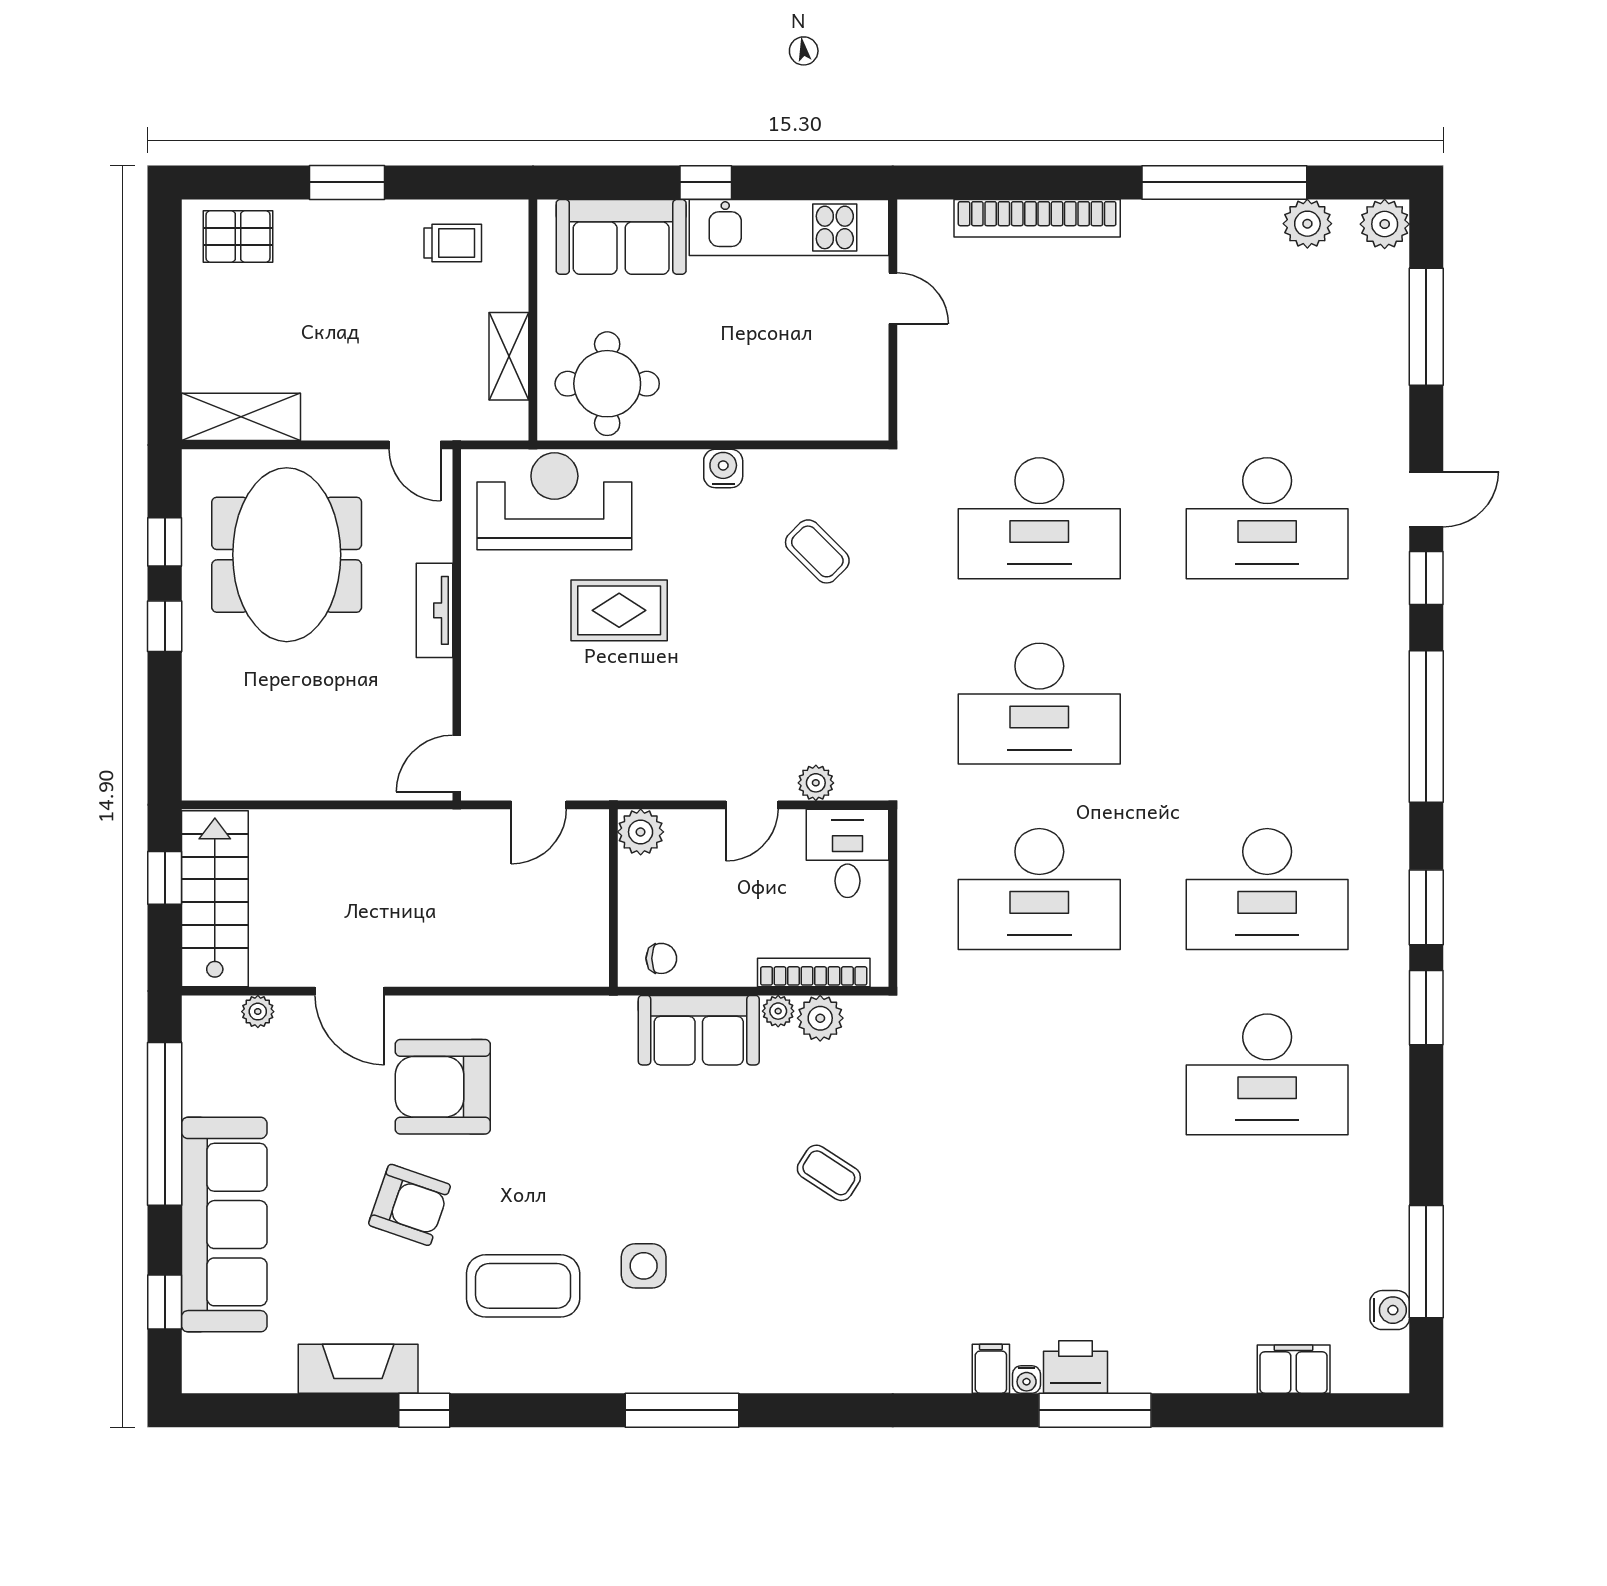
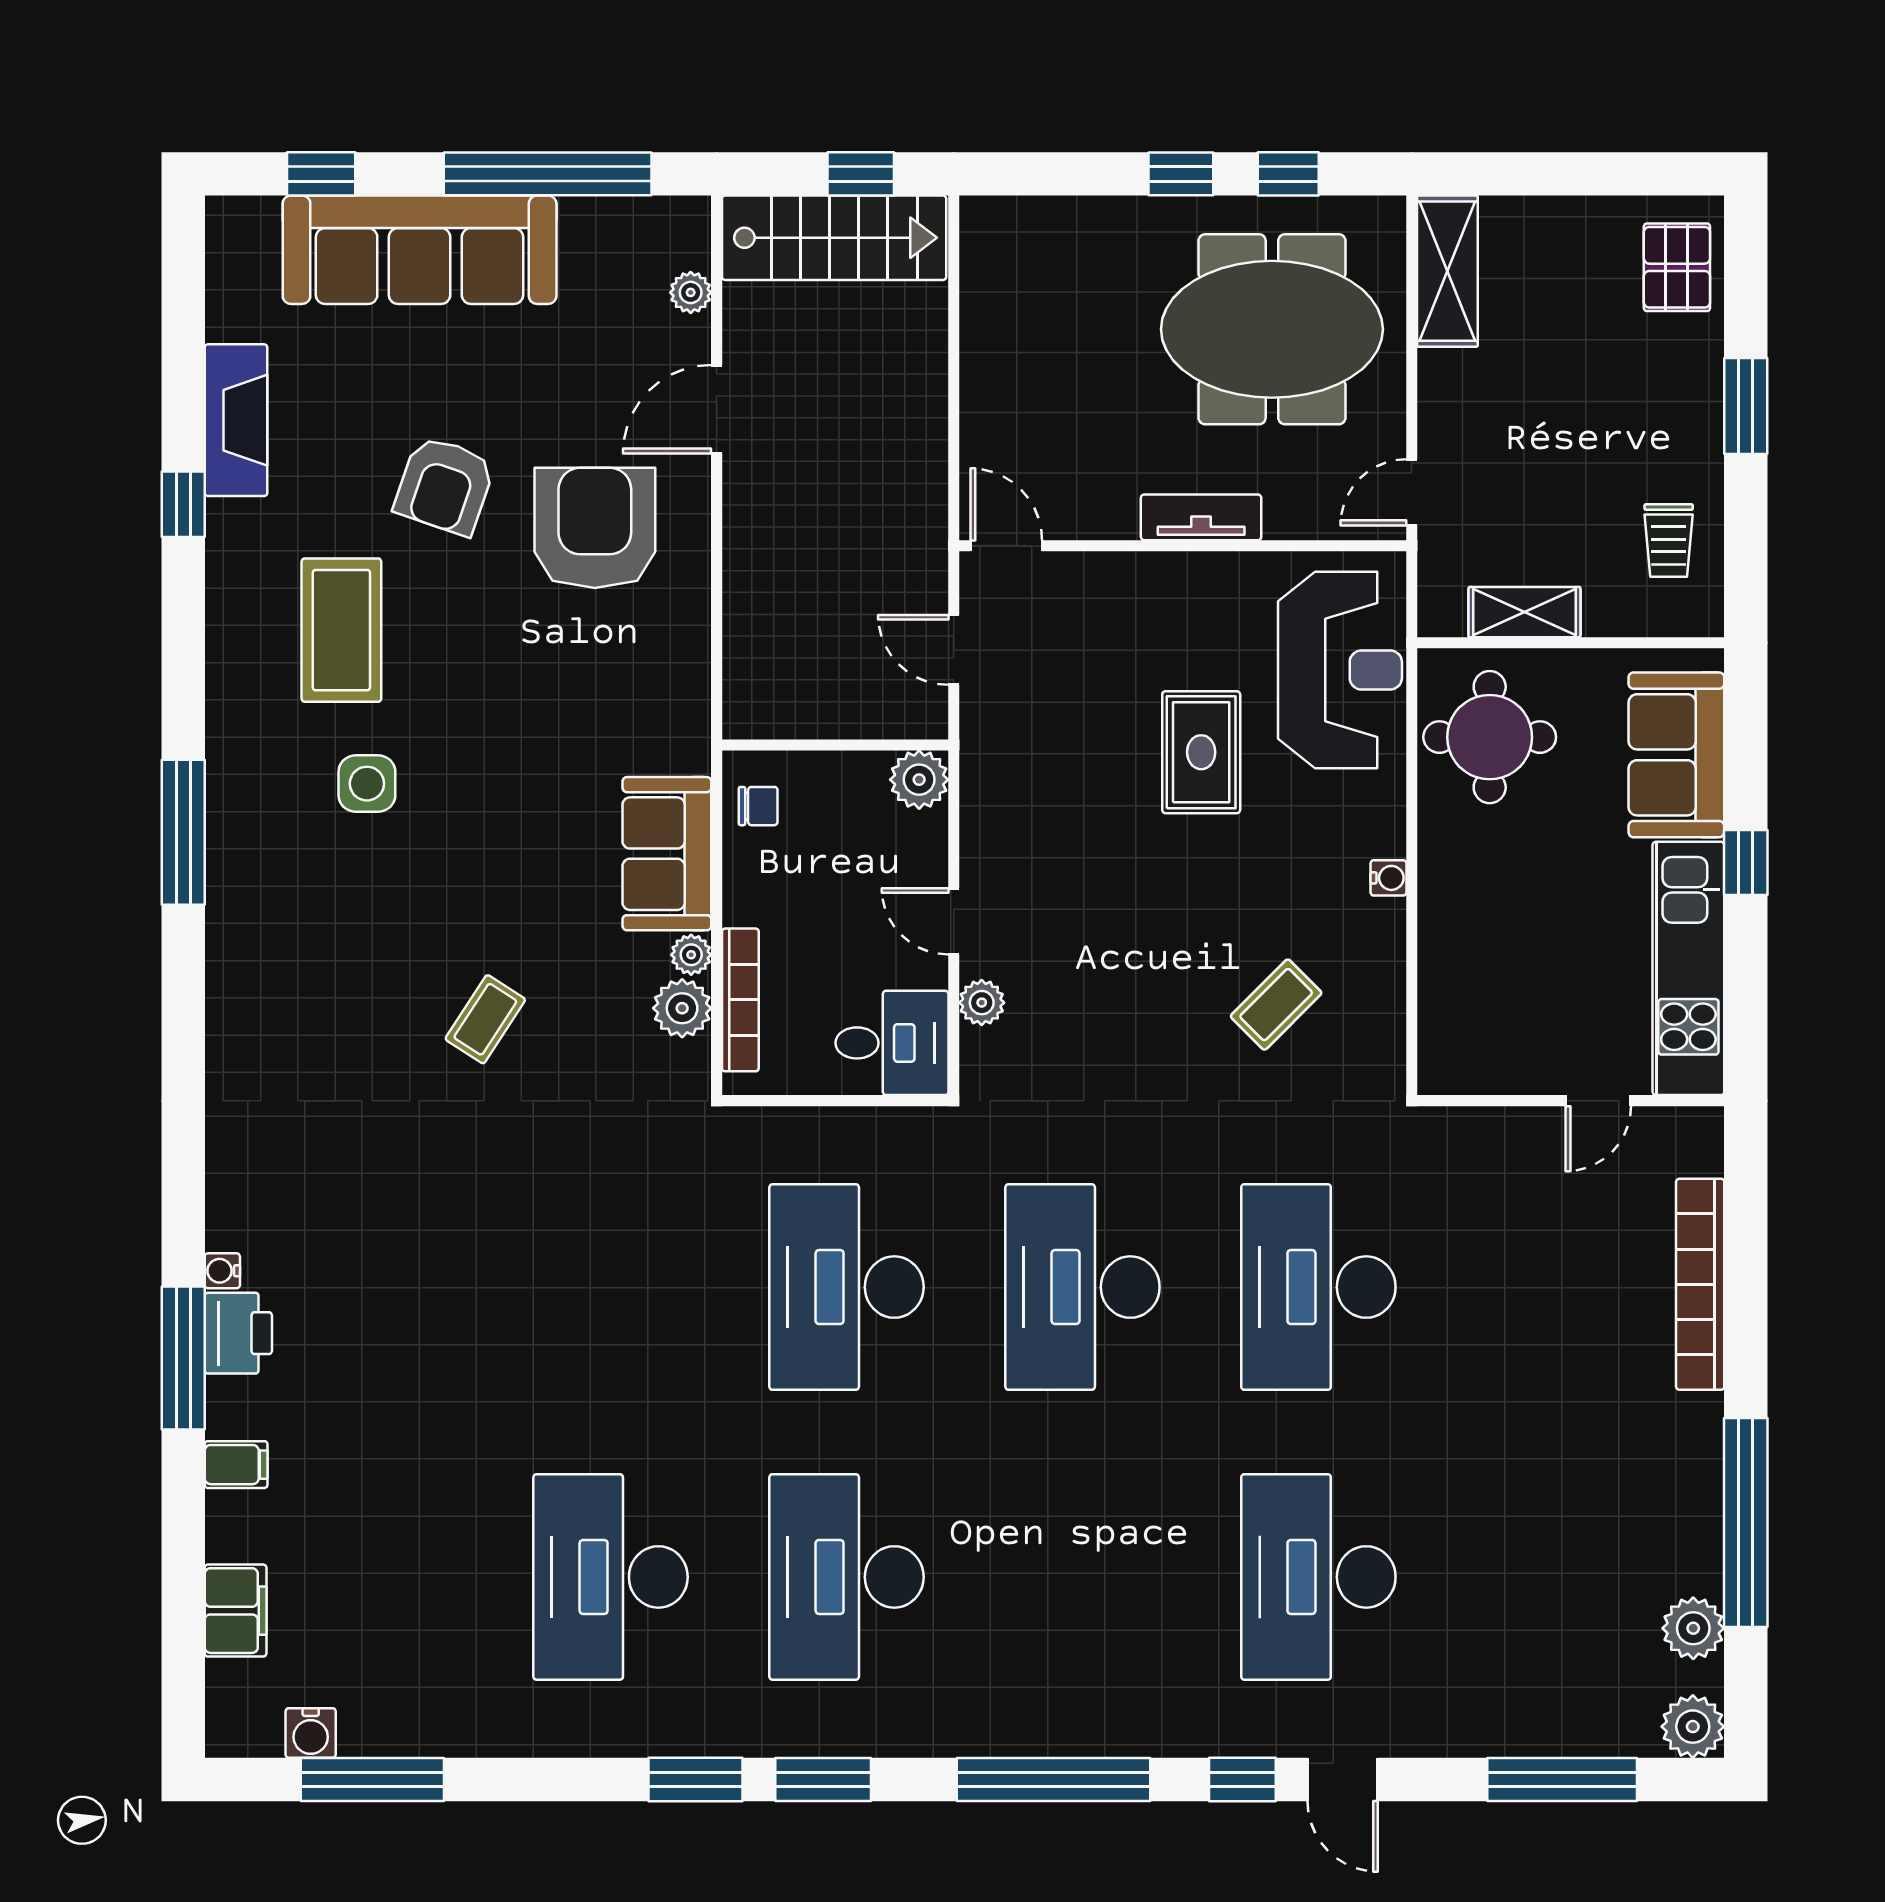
water cooler: (723, 469) -> (1388, 878), width x0.72, depth x0.72
chair: (661, 958) -> (758, 806), turned -90
filing cabinet: (991, 1369) -> (236, 1465), moved

